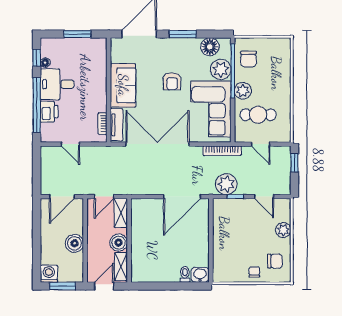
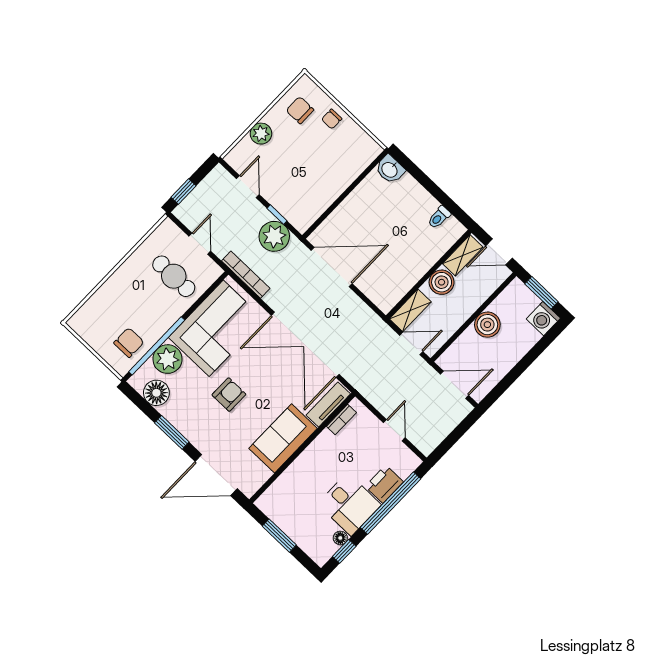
plant: (243, 91) -> (166, 315), removed
toilet: (185, 274) -> (439, 217), moved

